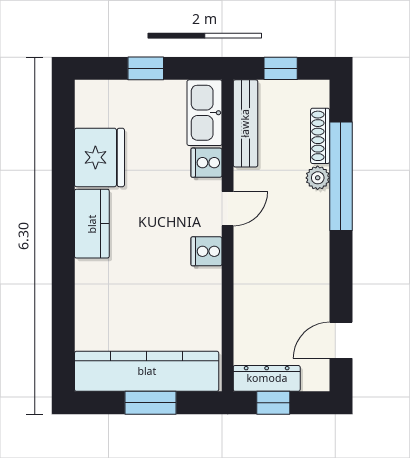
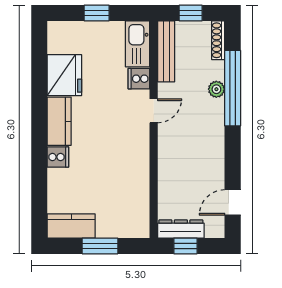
shoe rack: (320, 136) -> (218, 40), moved
cooker: (207, 251) -> (58, 157), moved, turned 180
kitchen counter: (147, 371) -> (71, 226), width x0.48, depth x0.86

